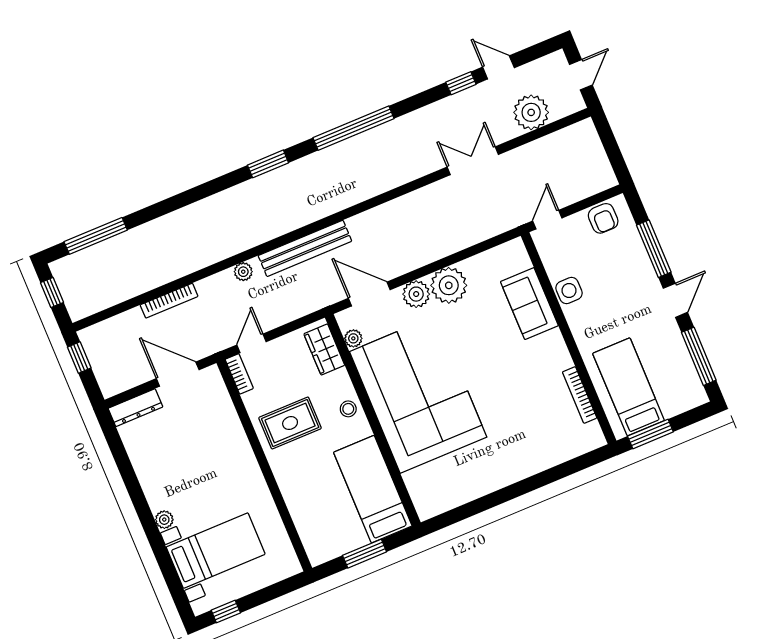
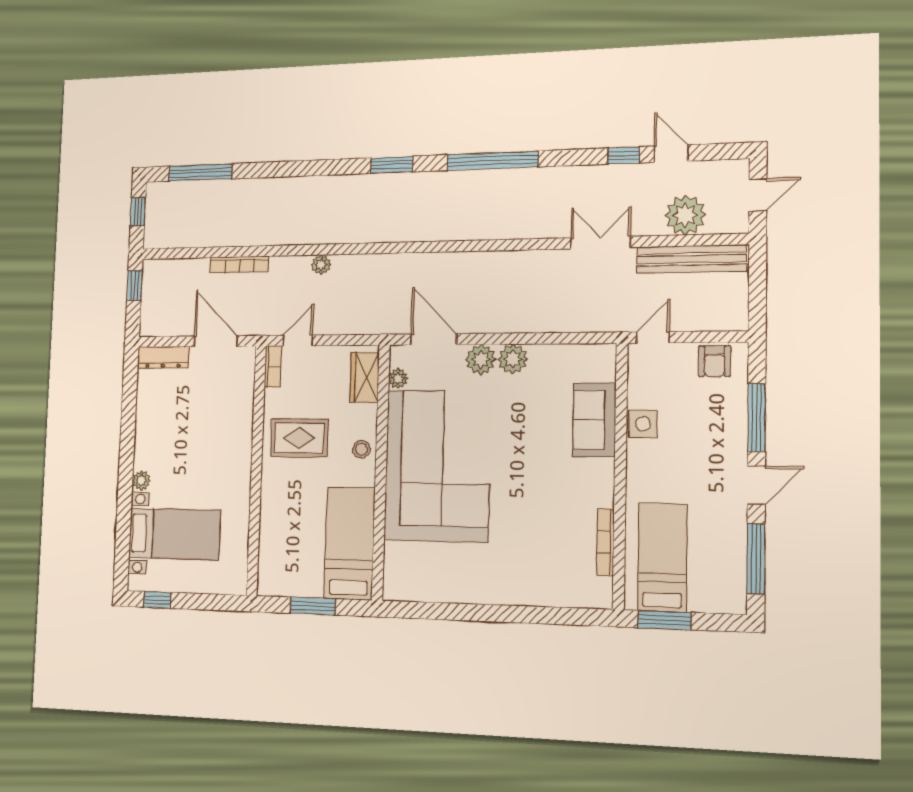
bench: (305, 248) -> (691, 259), moved
plant: (449, 285) -> (513, 359), width x0.73, depth x0.73

